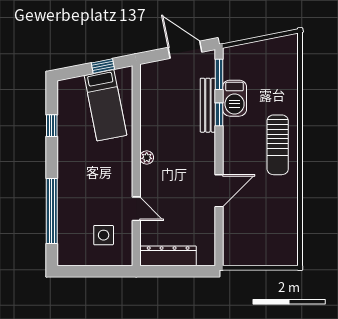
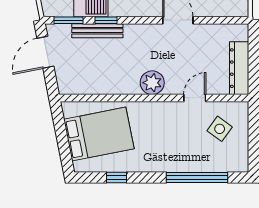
window: (103, 66) -> (61, 129), removed
bed: (105, 105) -> (99, 134), width x1.50
plant: (147, 158) -> (152, 83), width x1.88, depth x1.88
side table: (104, 235) -> (220, 129), turned 36

